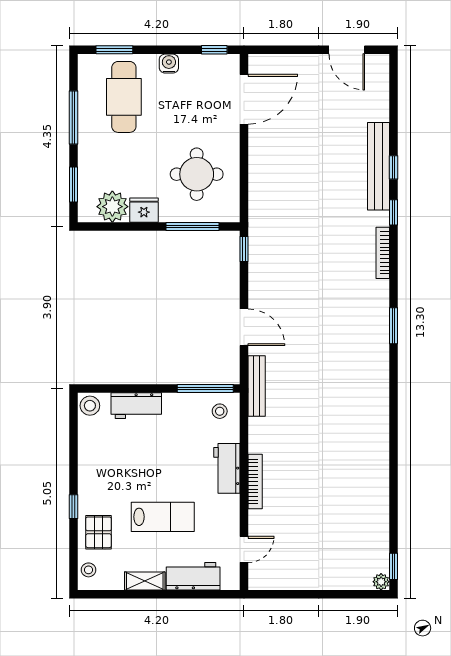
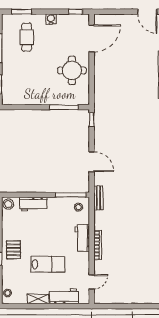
cafe table: (124, 97) -> (27, 37), width x0.73, depth x0.74
round table: (197, 174) -> (72, 70), moved
plant: (112, 207) -> (20, 96), removed
fridge: (144, 210) -> (37, 98), removed
bench: (257, 386) -> (98, 198), width x0.73
pallet: (99, 532) -> (13, 250), moved

